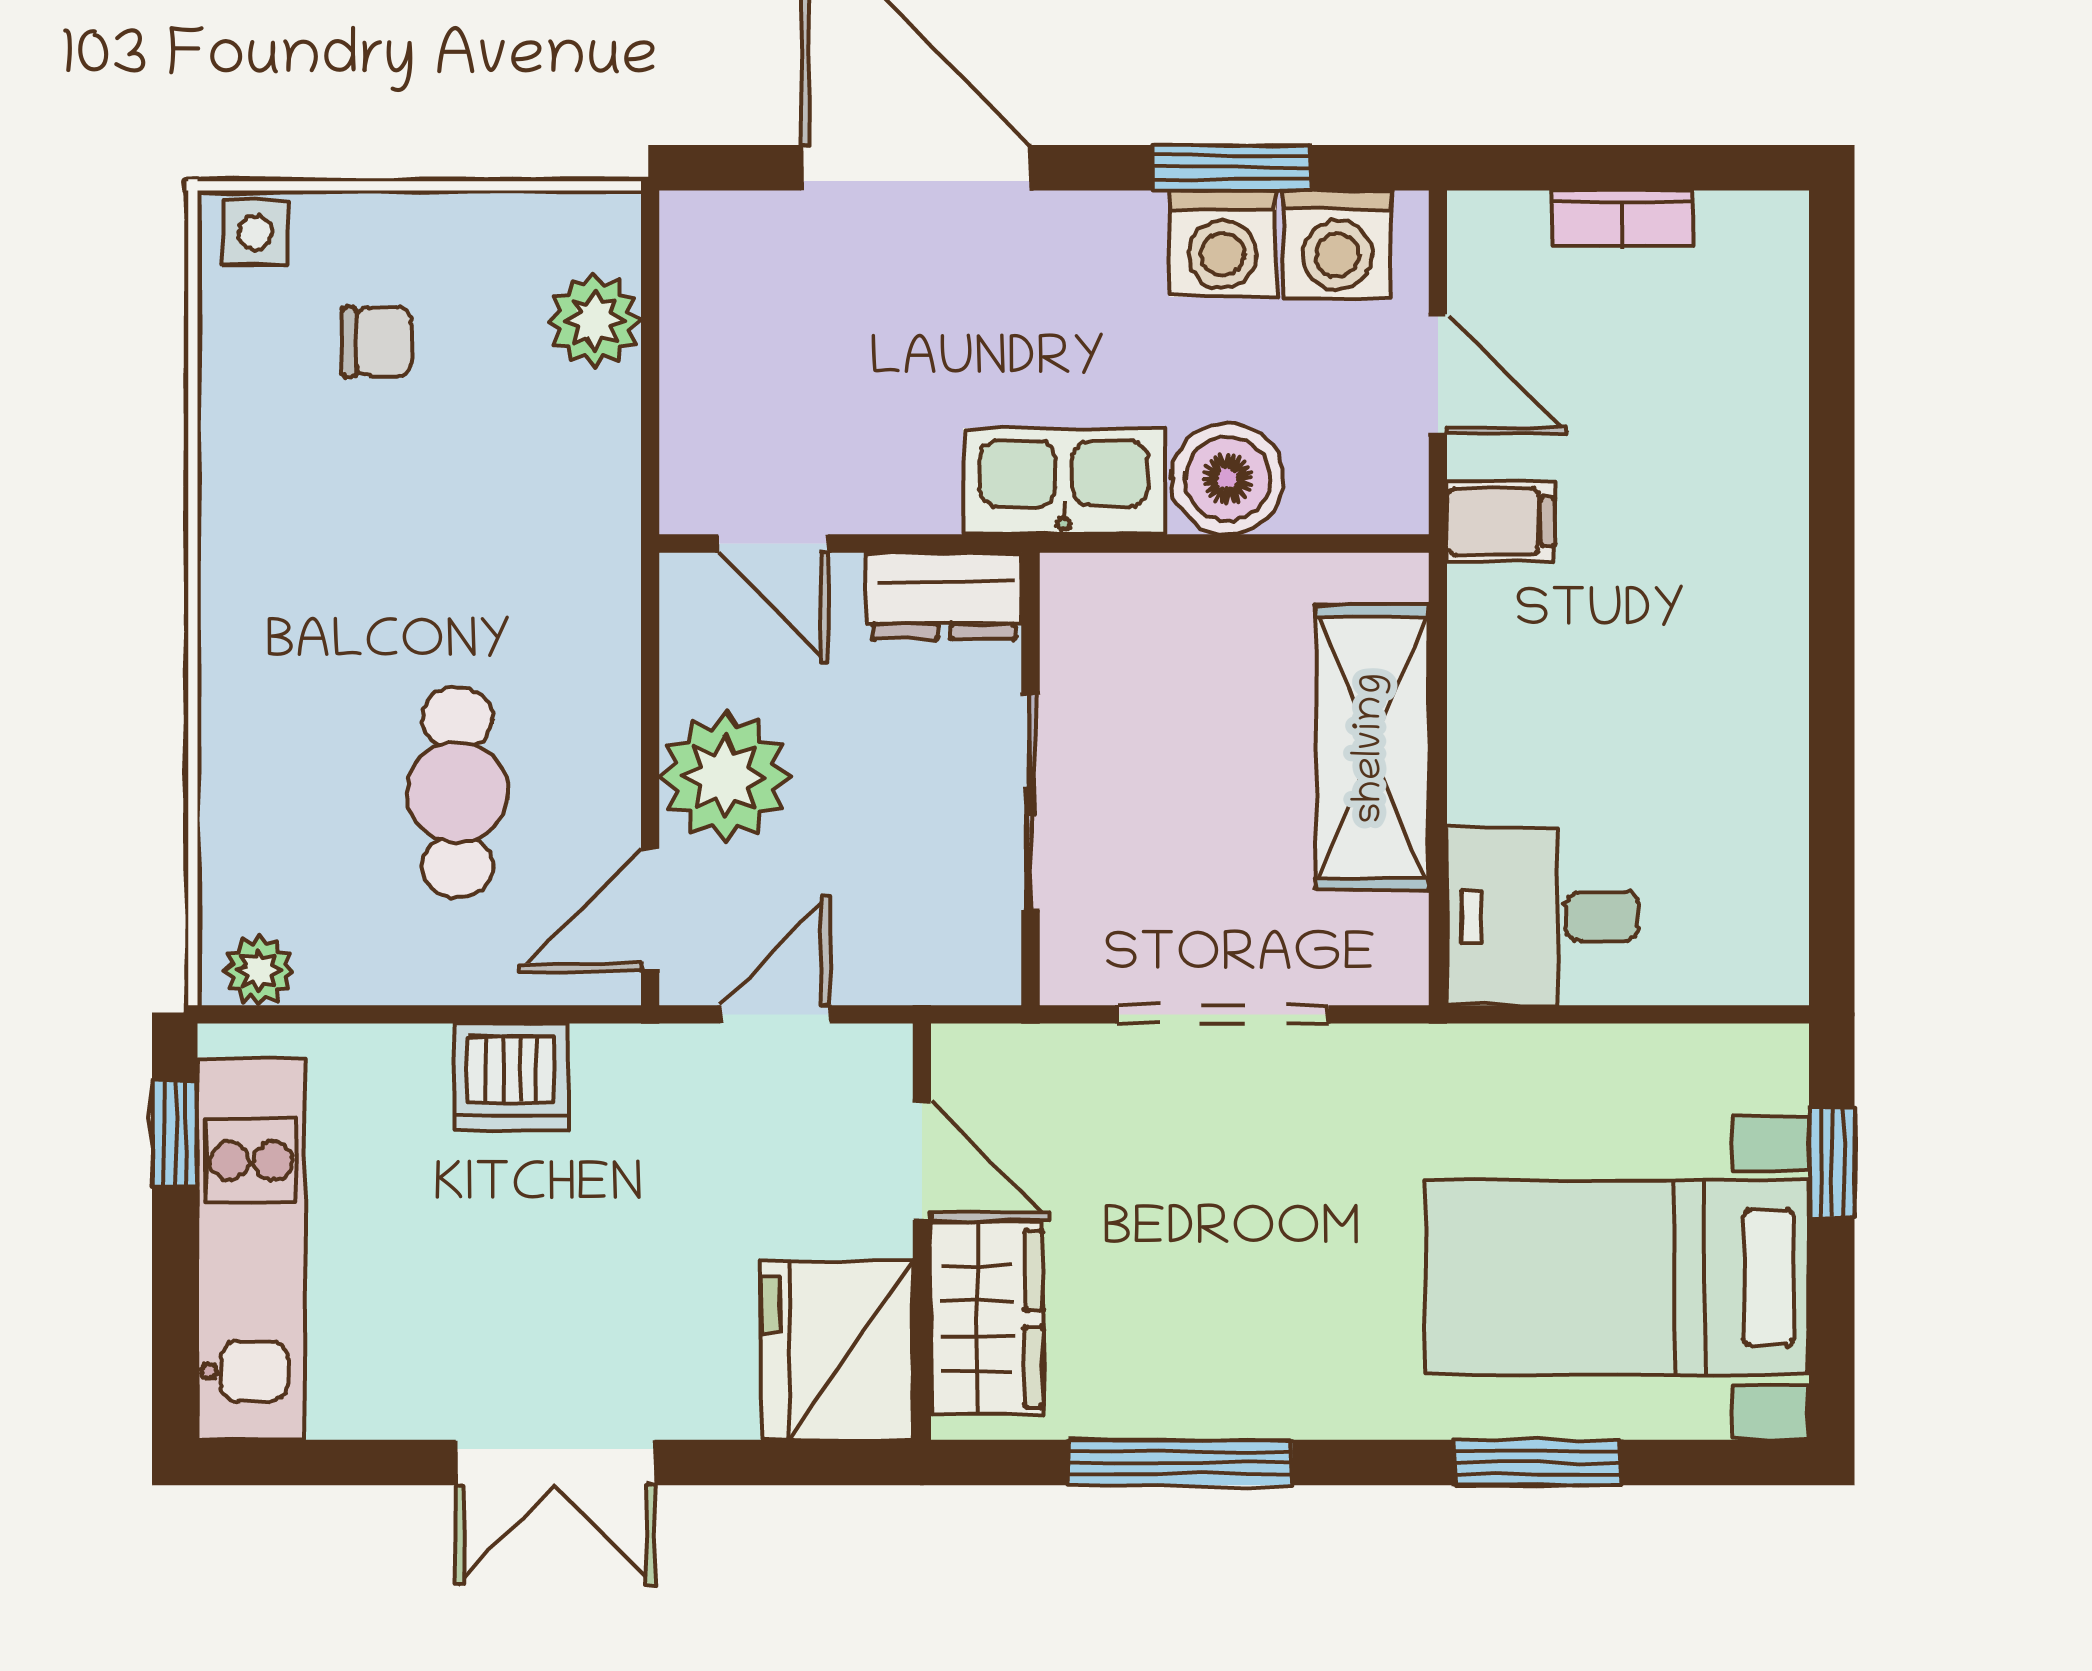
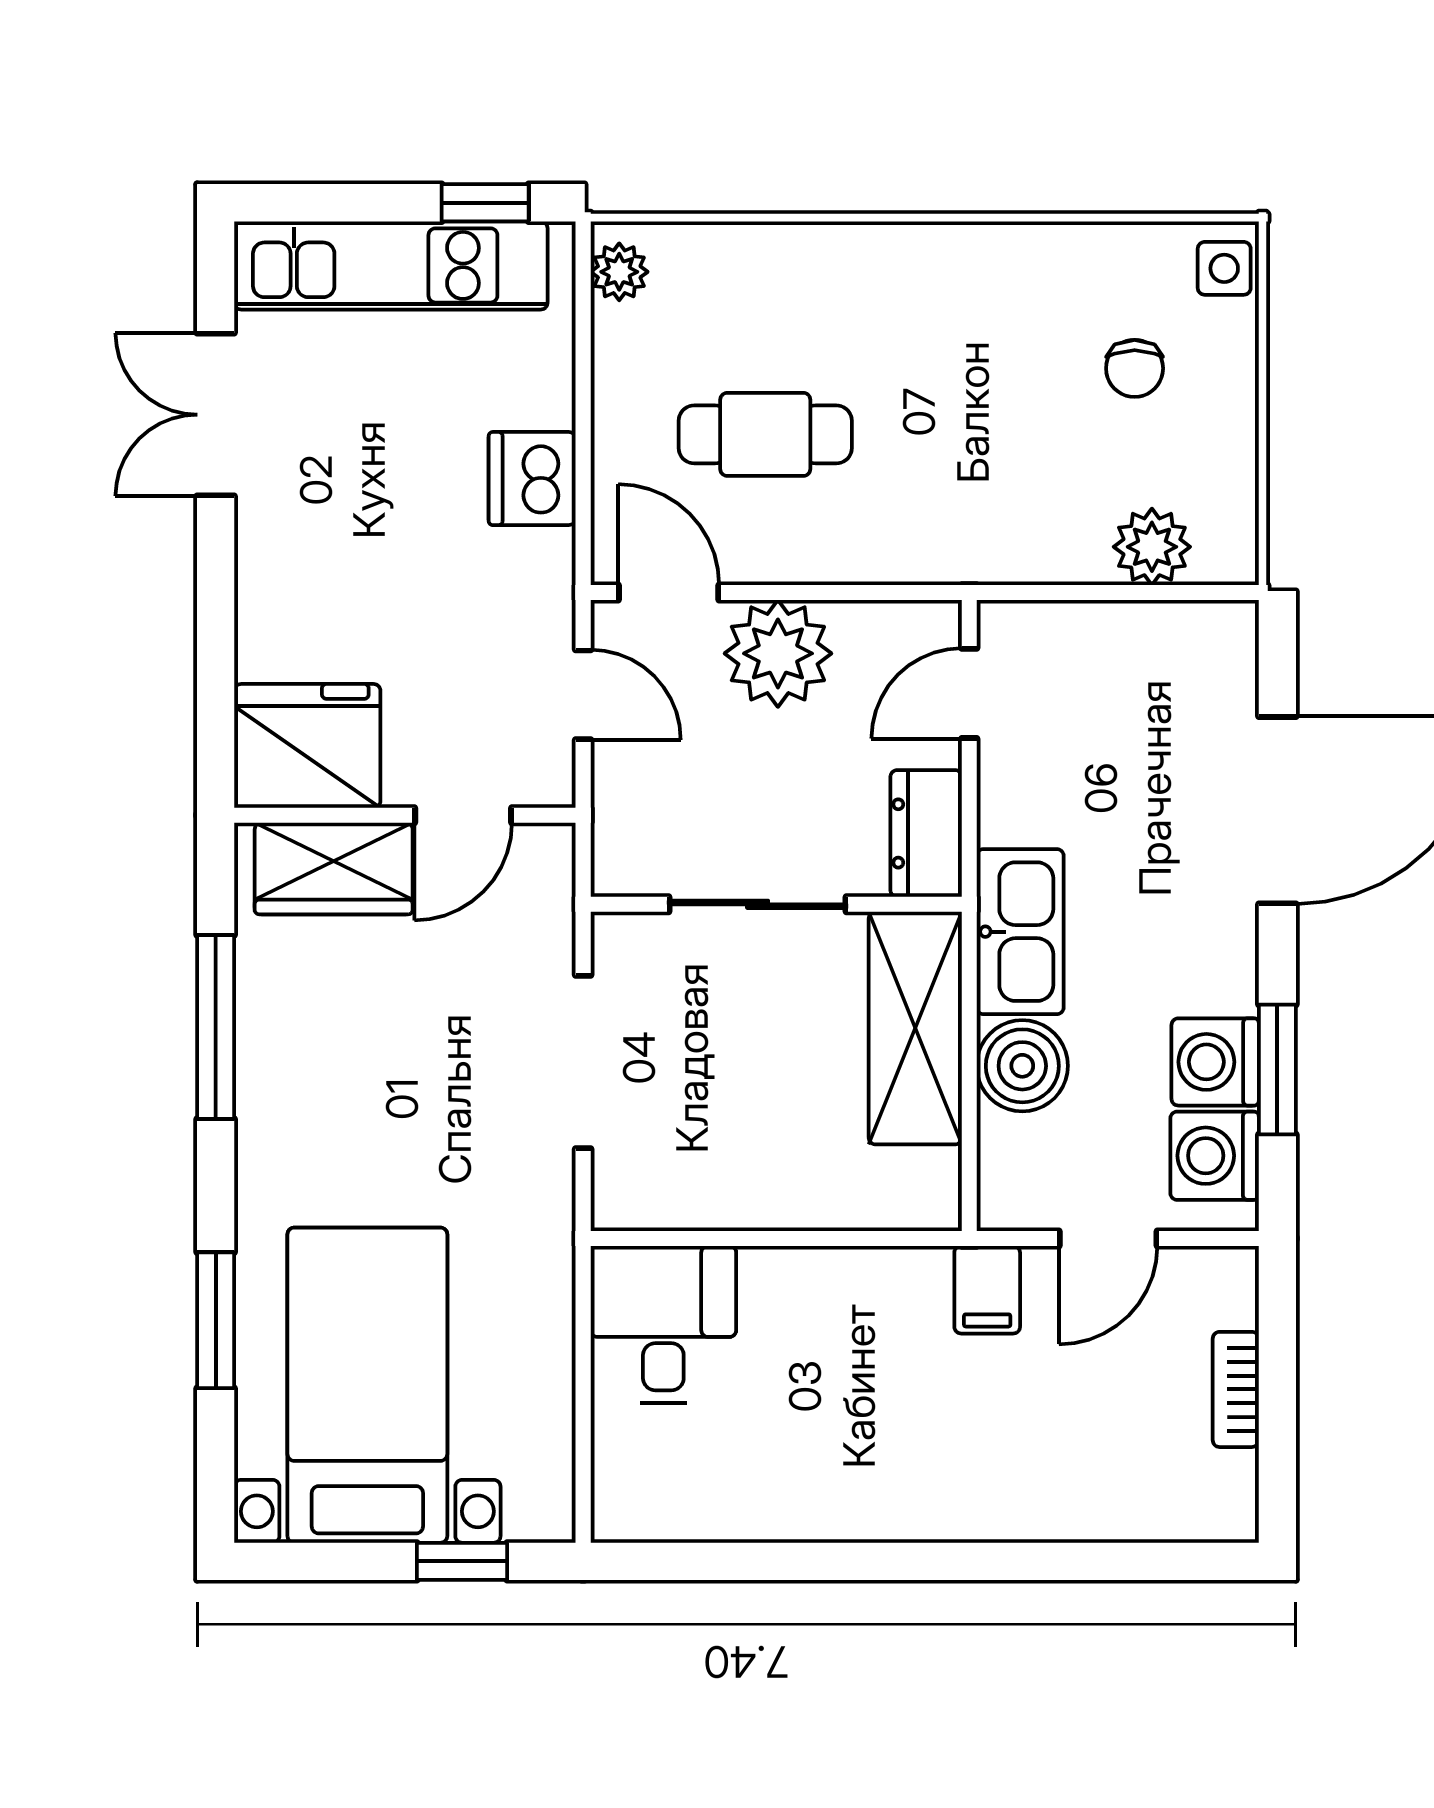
shelving: (1372, 748) -> (915, 1028), moved, turned 90
double door: (555, 1463) -> (216, 415), moved

